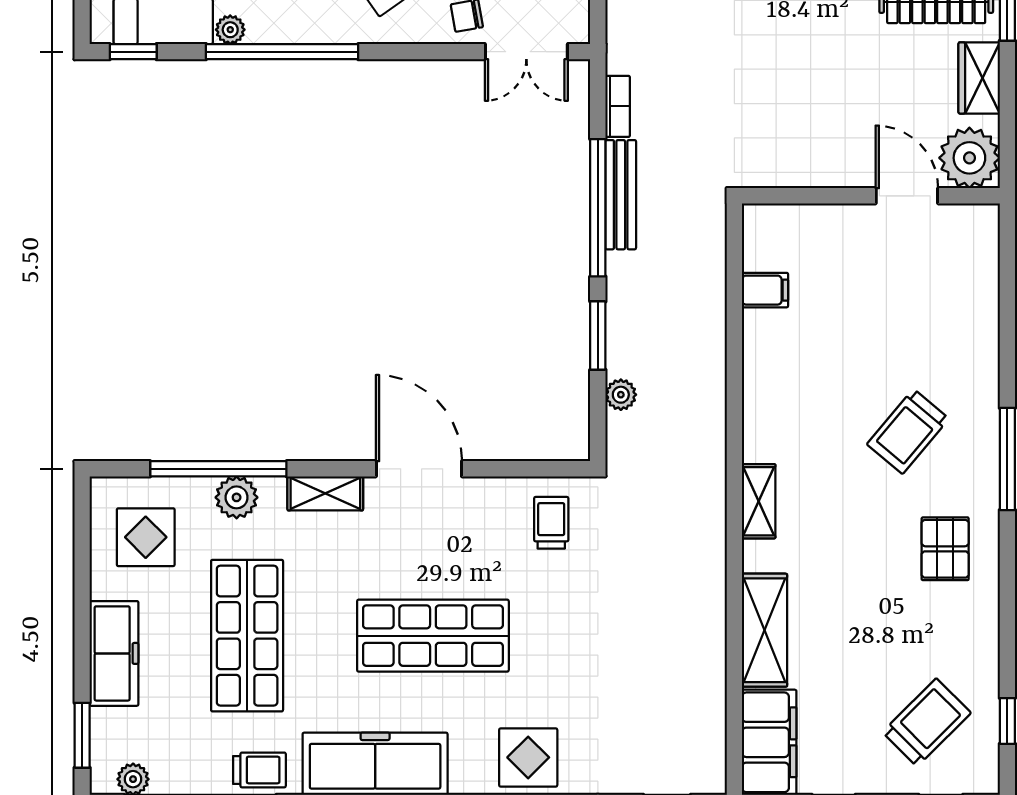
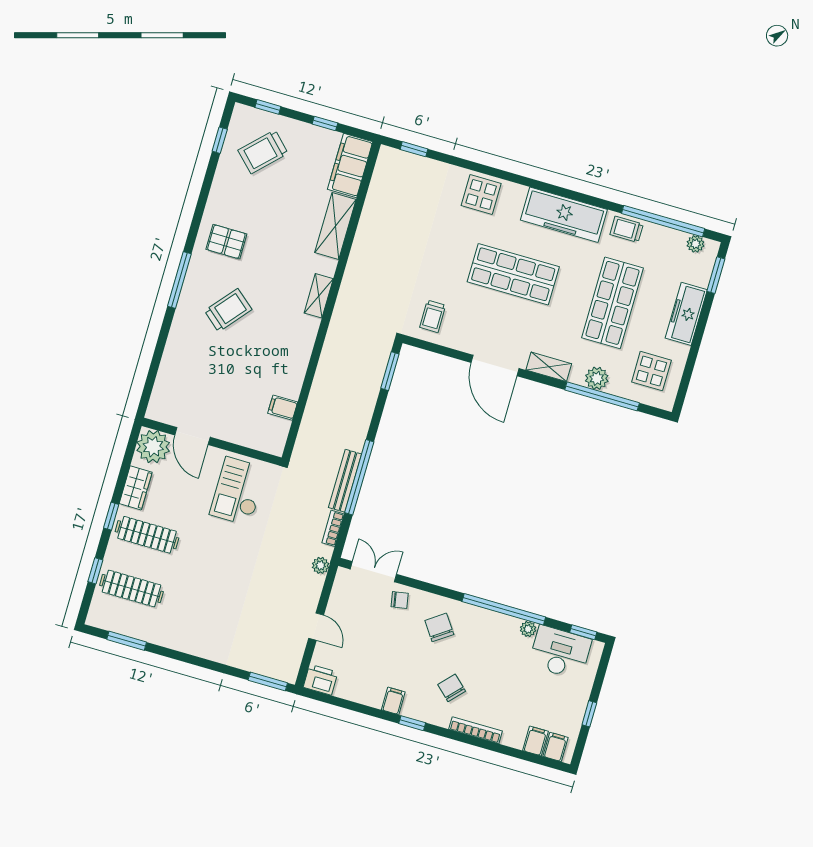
checkout: (801, 123) -> (238, 491), added
window: (598, 336) -> (390, 371), moved
plant: (621, 395) -> (321, 565), moved
pallet: (945, 549) -> (226, 242), turned 90

